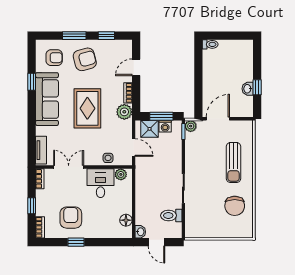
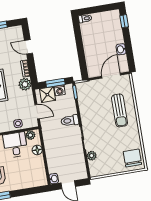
door: (136, 67) -> (28, 47), hinge flipped
window: (257, 87) -> (124, 21), moved
door: (218, 119) -> (111, 76), moved
plant: (191, 126) -> (92, 156), moved
chair: (235, 206) -> (132, 158), moved, turned 180
toilet: (171, 215) -> (70, 121), moved
floor lamp: (126, 220) -> (37, 150), moved

